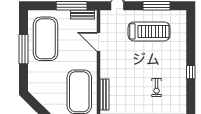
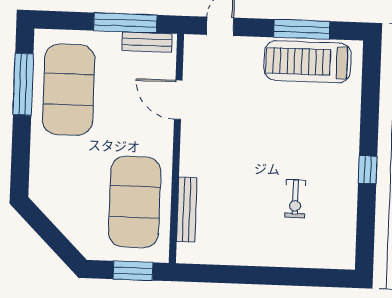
treadmill: (149, 31) -> (308, 62), moved, turned 180
window: (24, 49) -> (23, 84), moved

